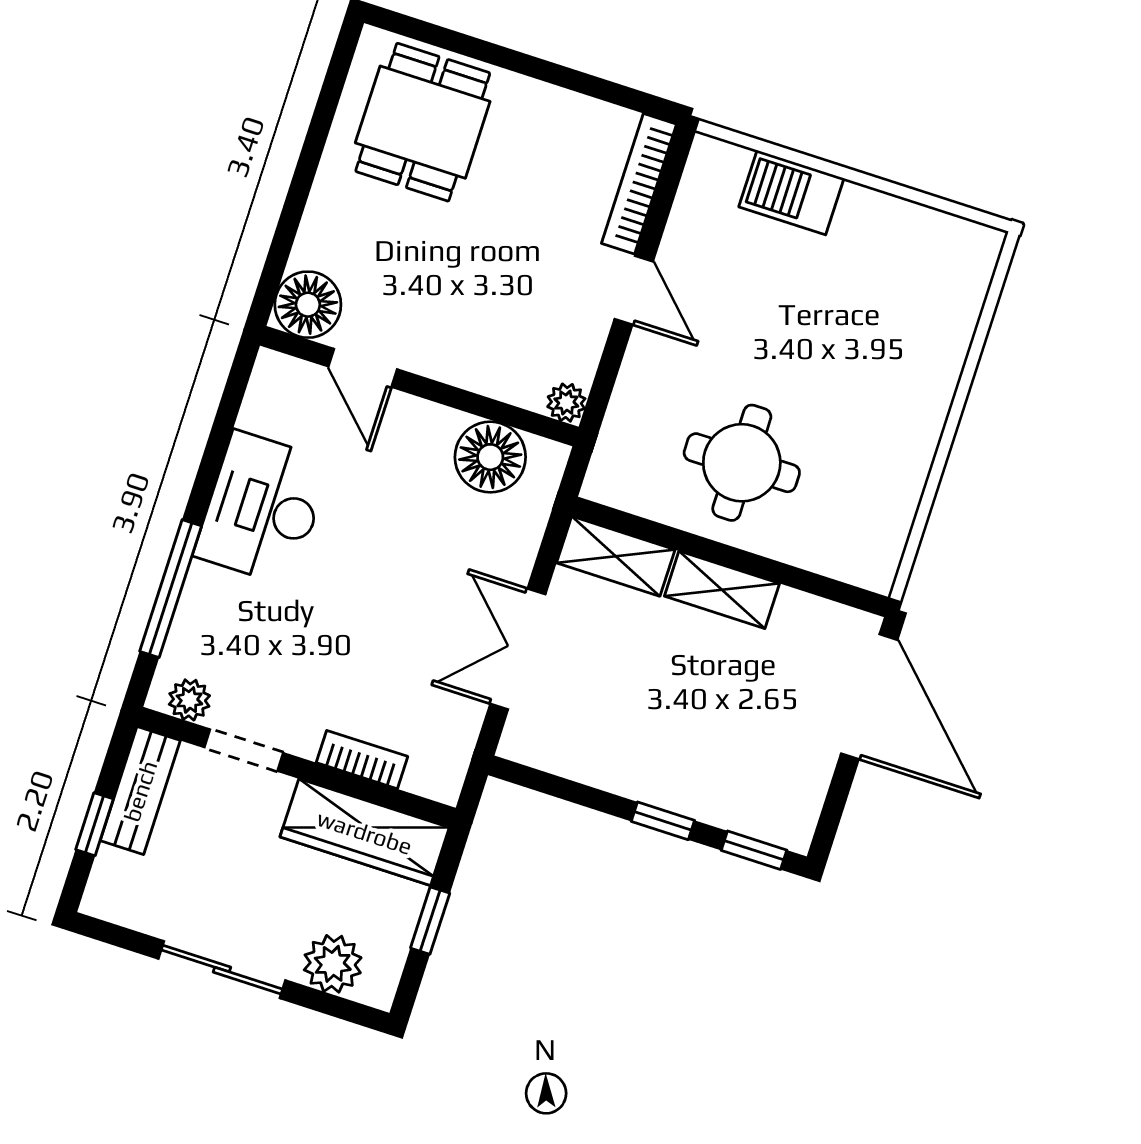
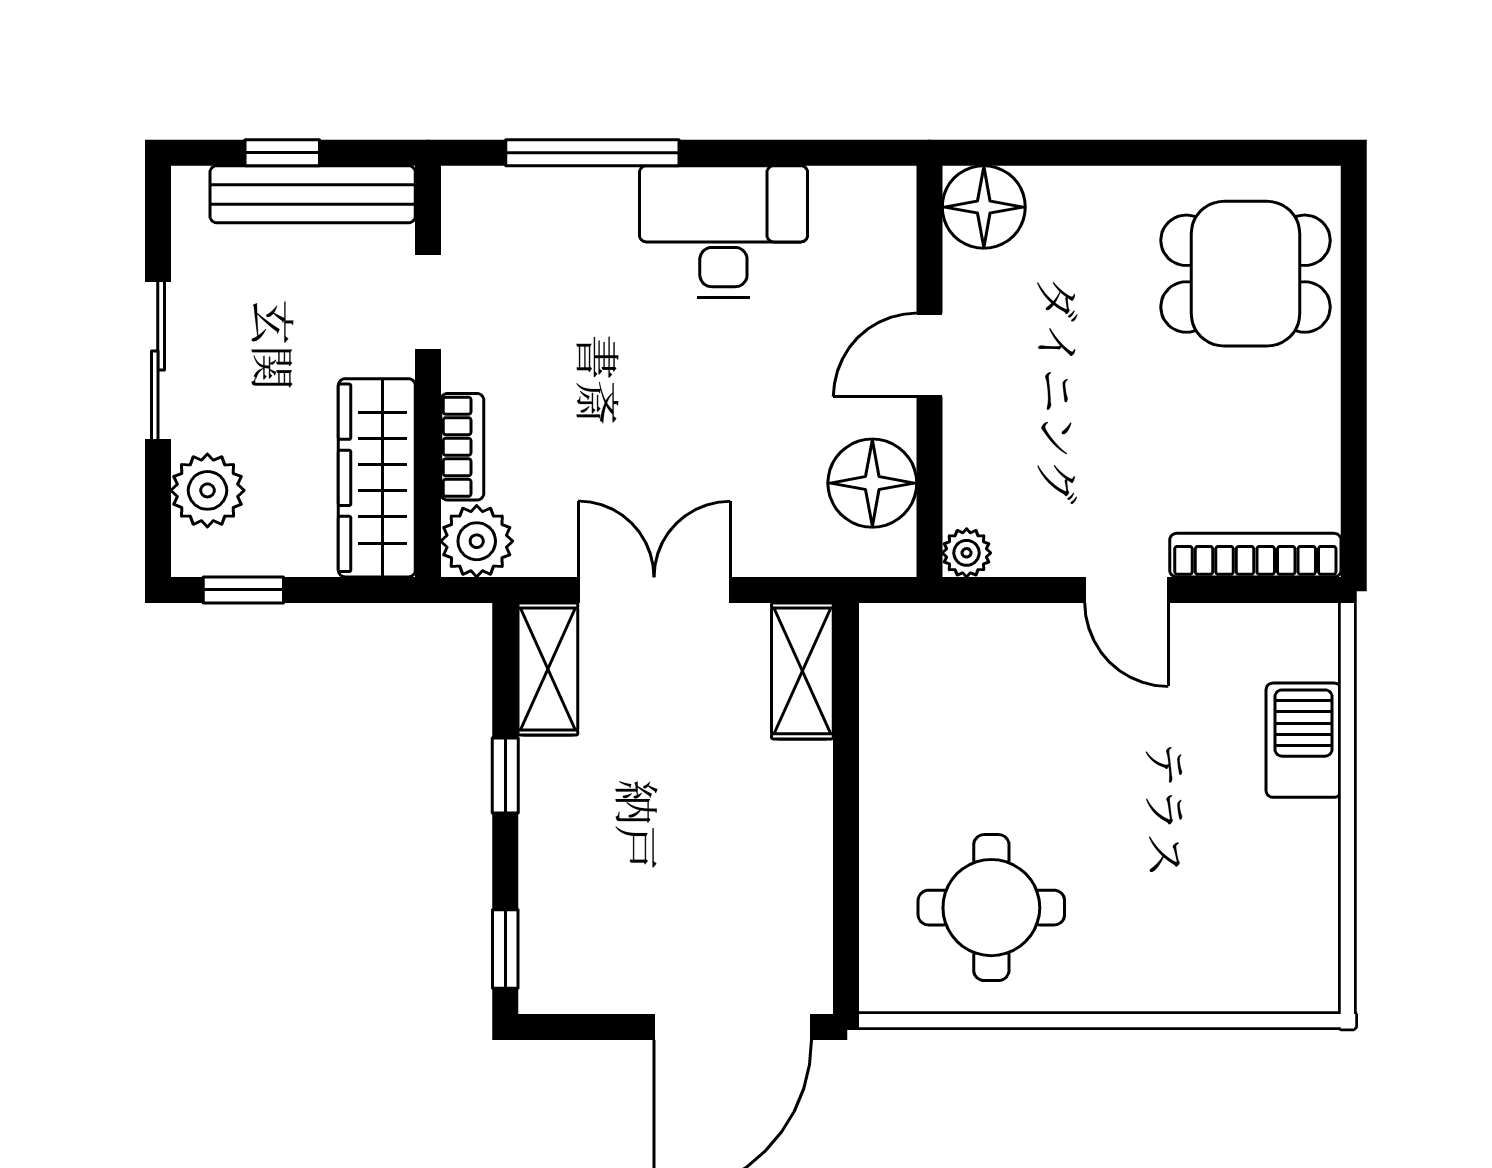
door: (634, 290) -> (1126, 590), hinge flipped
door: (363, 368) -> (929, 355), moved
round table: (742, 463) -> (991, 908), moved
shelving: (722, 590) -> (548, 669), moved
plant: (189, 700) -> (477, 541), moved, width x1.38, depth x1.38
bench: (140, 791) -> (313, 194), width x1.36
window: (663, 821) -> (505, 776), moved
window: (430, 921) -> (243, 590), moved

